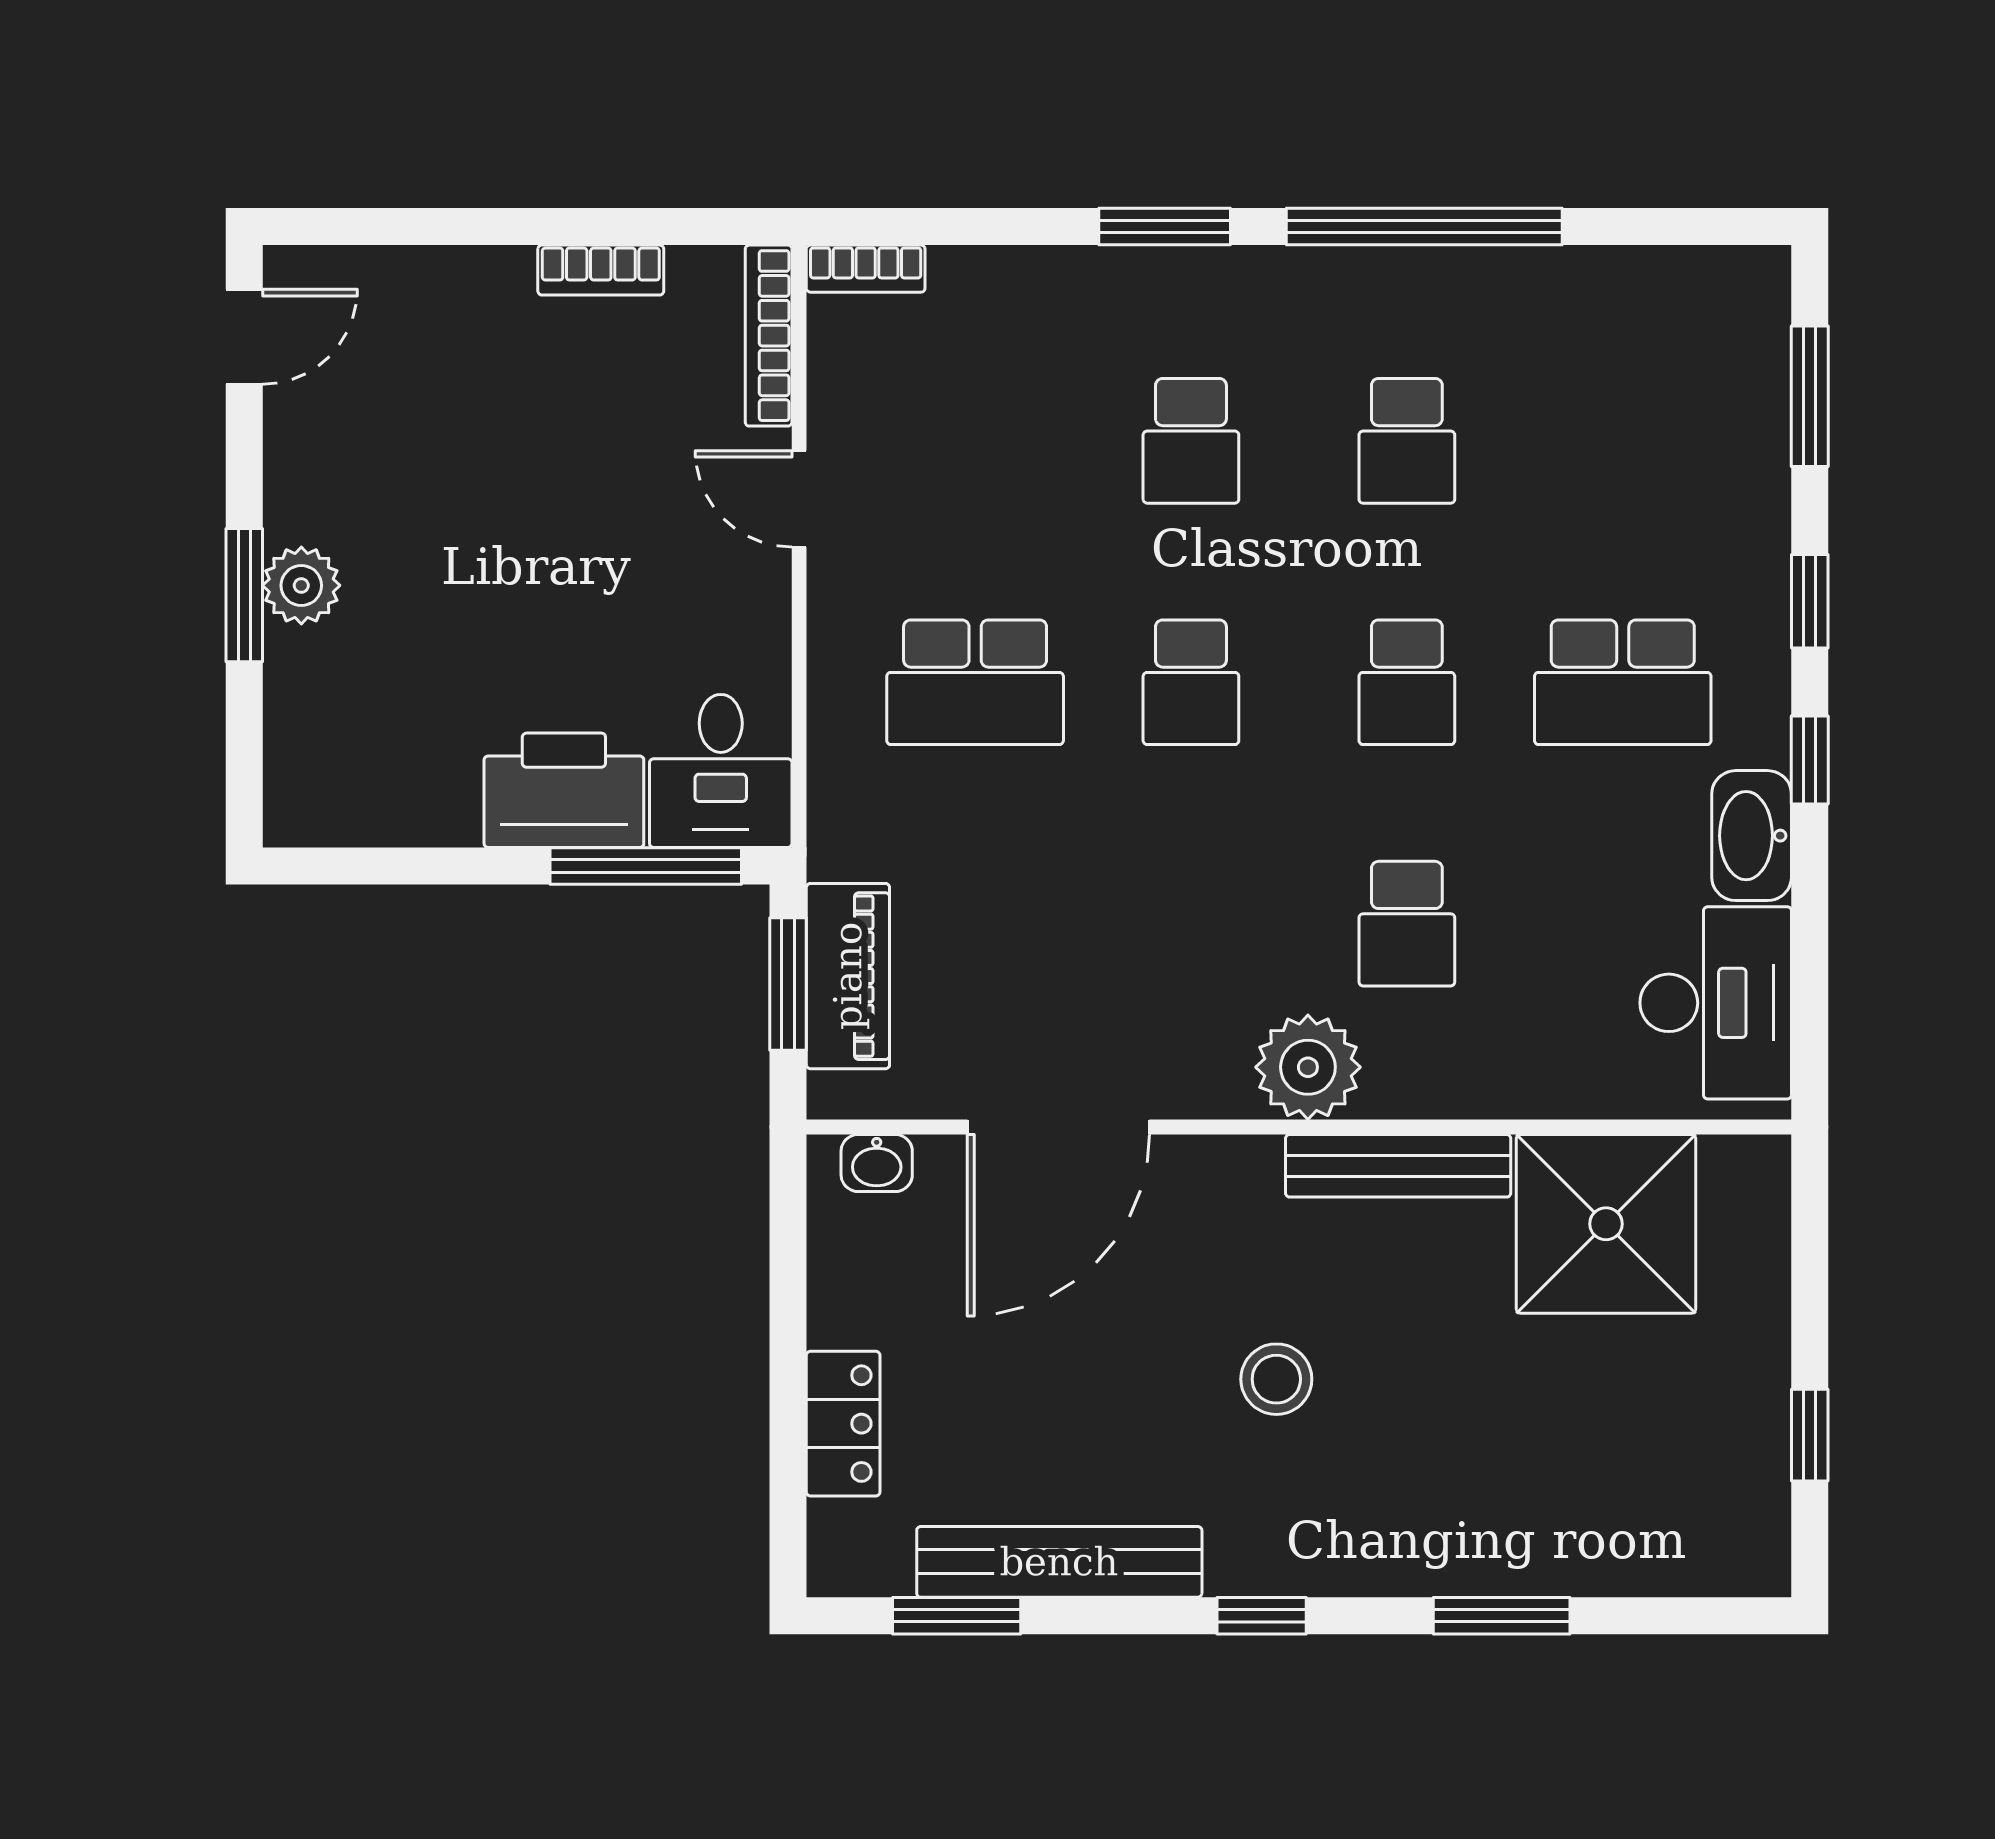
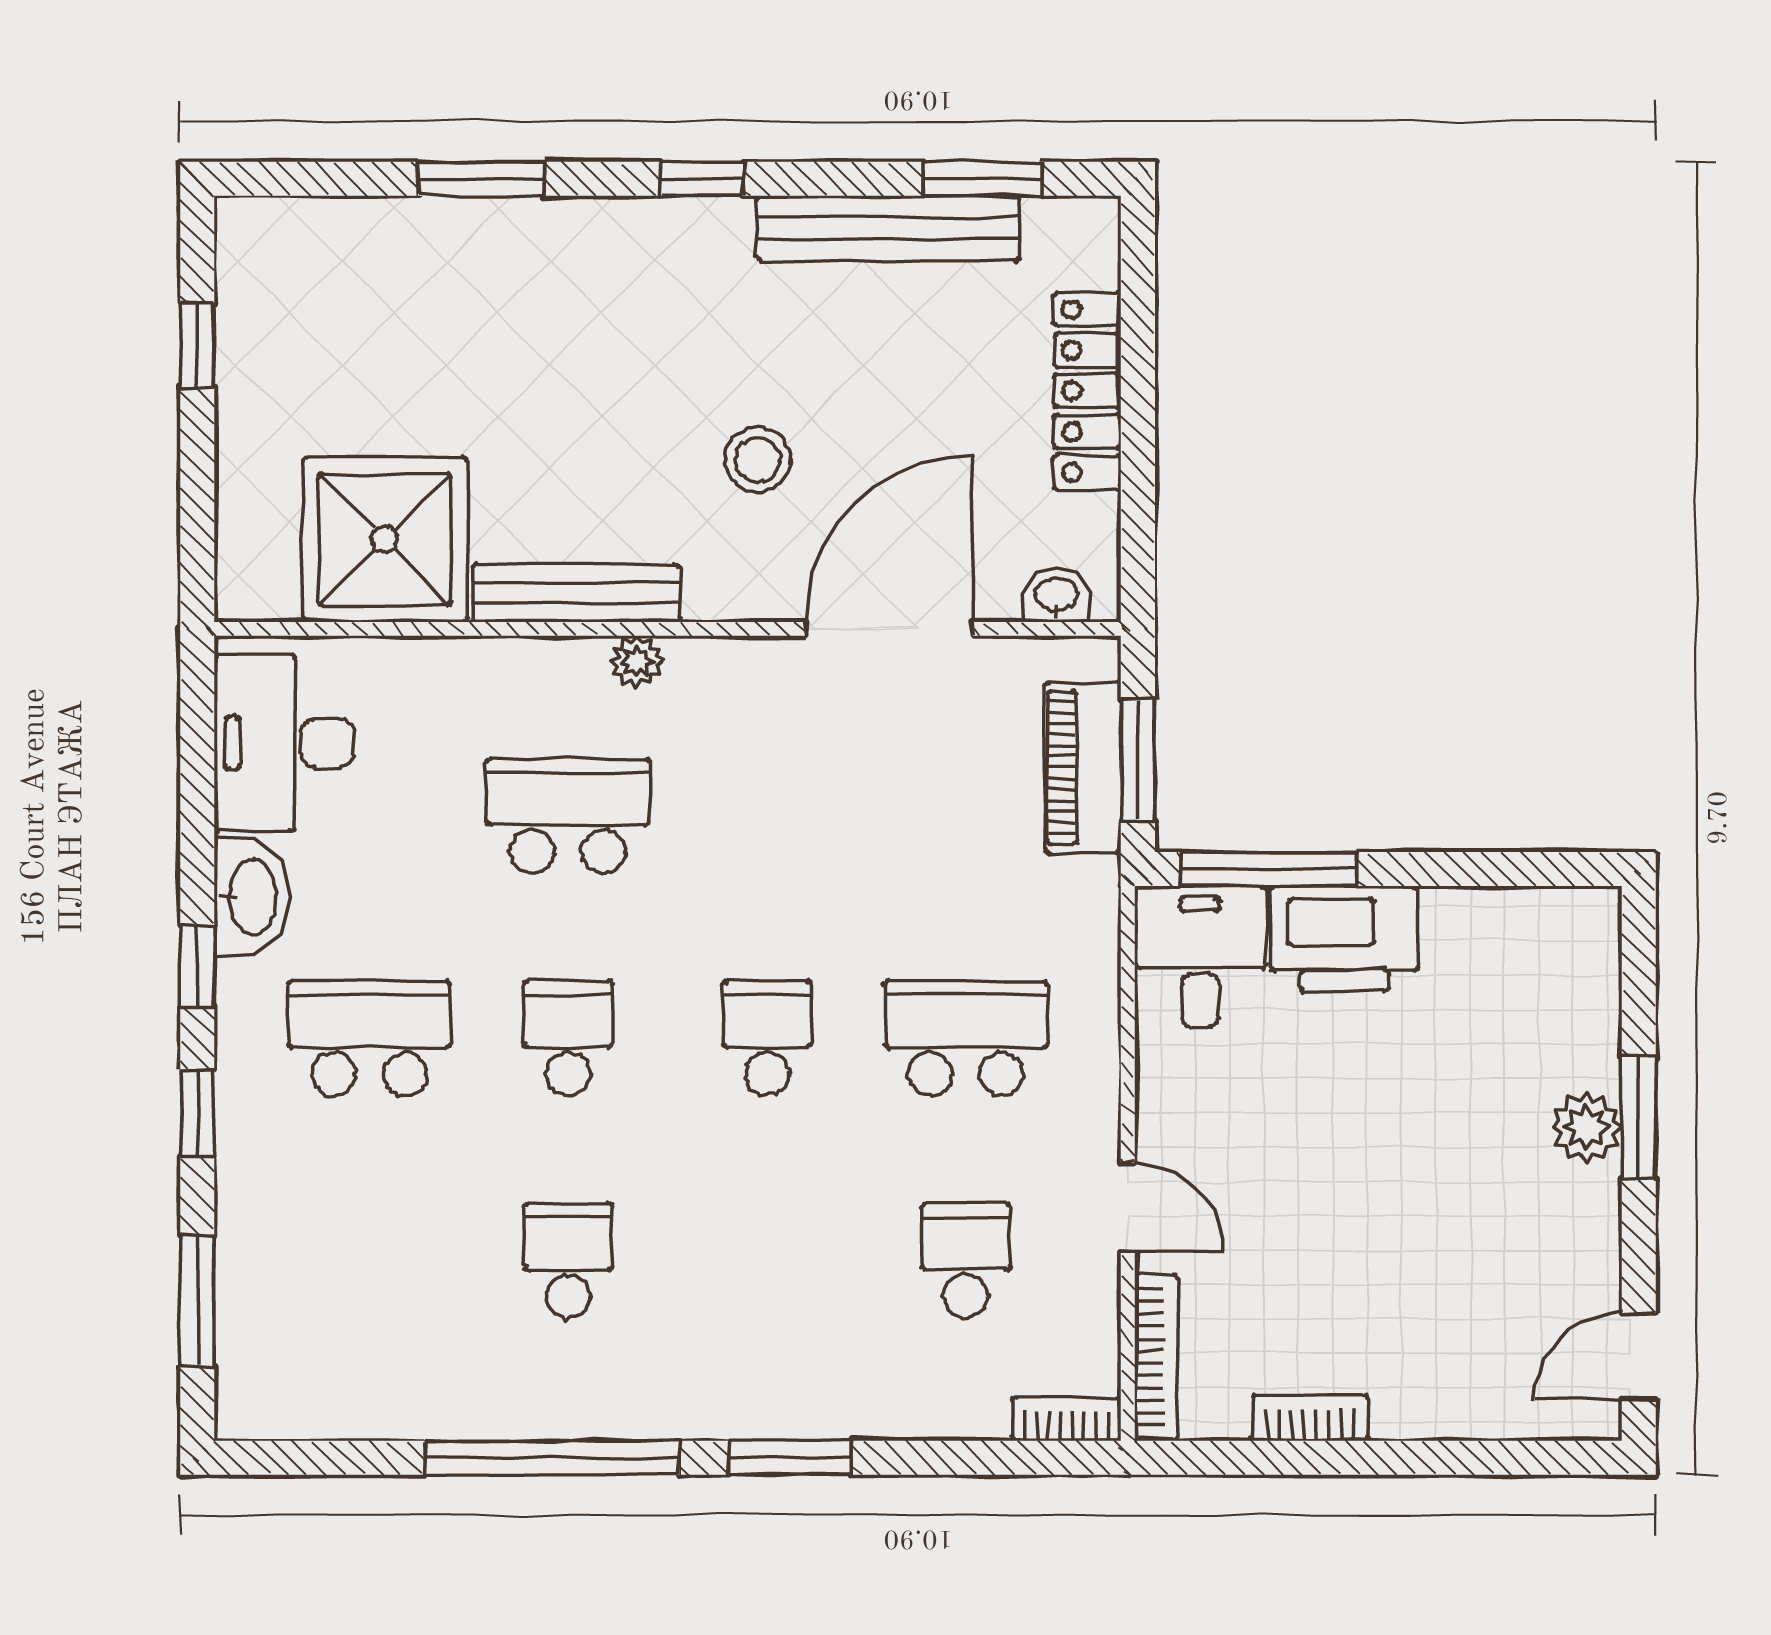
school desk: (1191, 441) -> (966, 1261), moved
school desk: (1407, 924) -> (568, 816), width x1.85
plant: (1308, 1067) -> (637, 661), width x0.53, depth x0.53
stool: (1276, 1379) -> (757, 460), moved
locker: (843, 1424) -> (1087, 391), width x1.53

